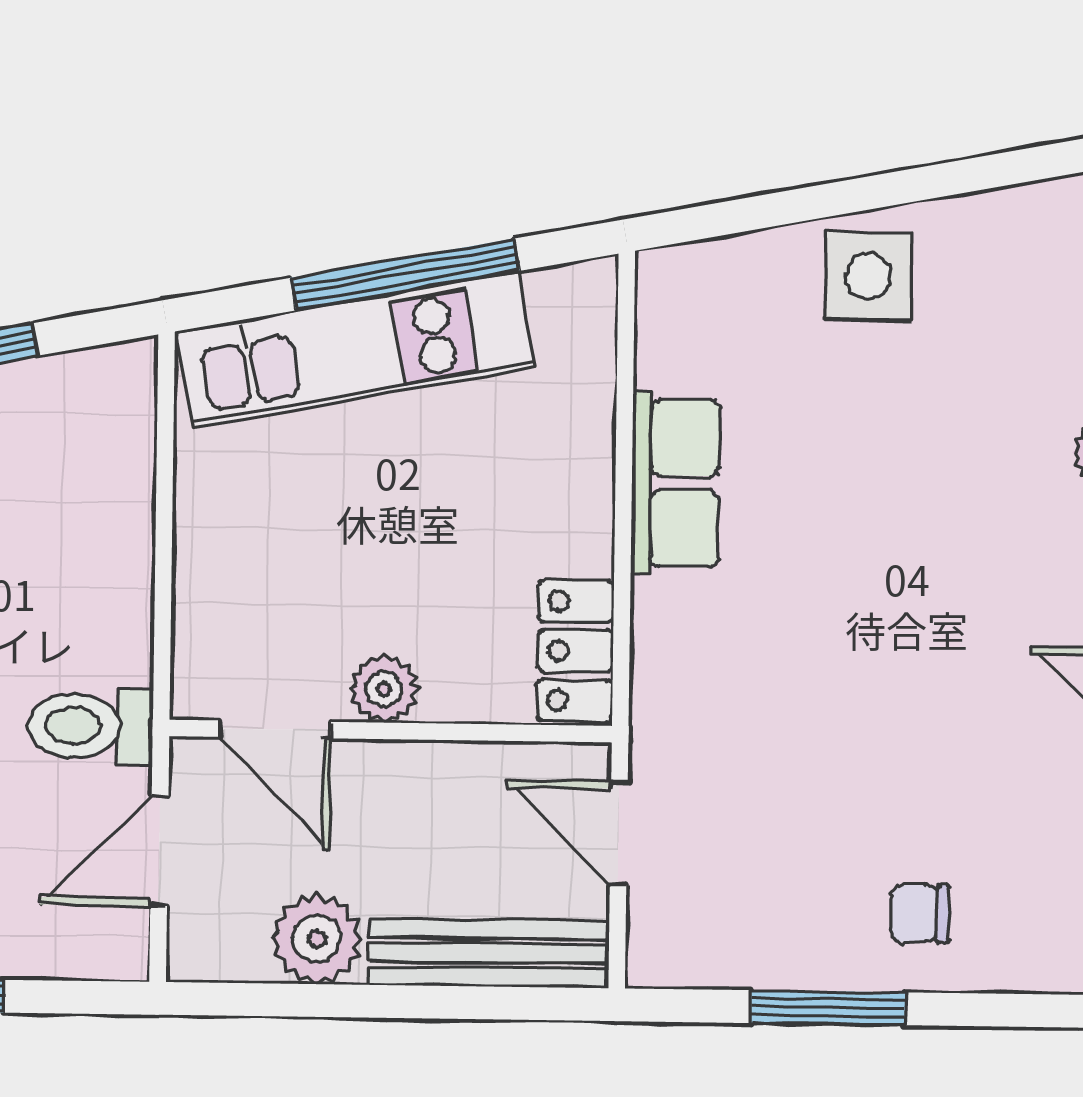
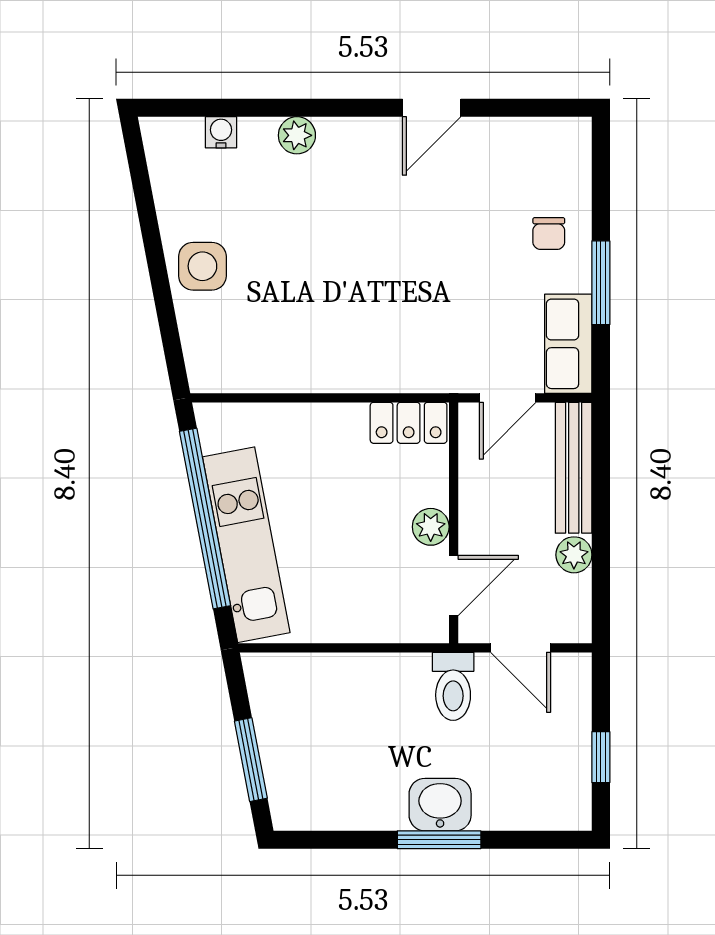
window: (405, 274) -> (205, 519), width x1.46
row of seats: (675, 483) -> (568, 344), moved, turned -90
plant: (317, 939) -> (574, 555), width x0.73, depth x0.73

